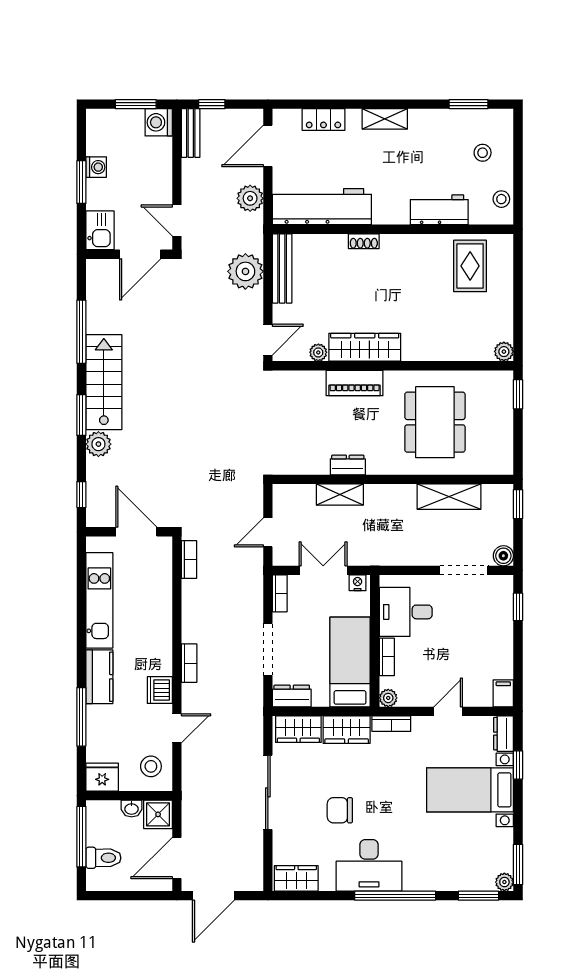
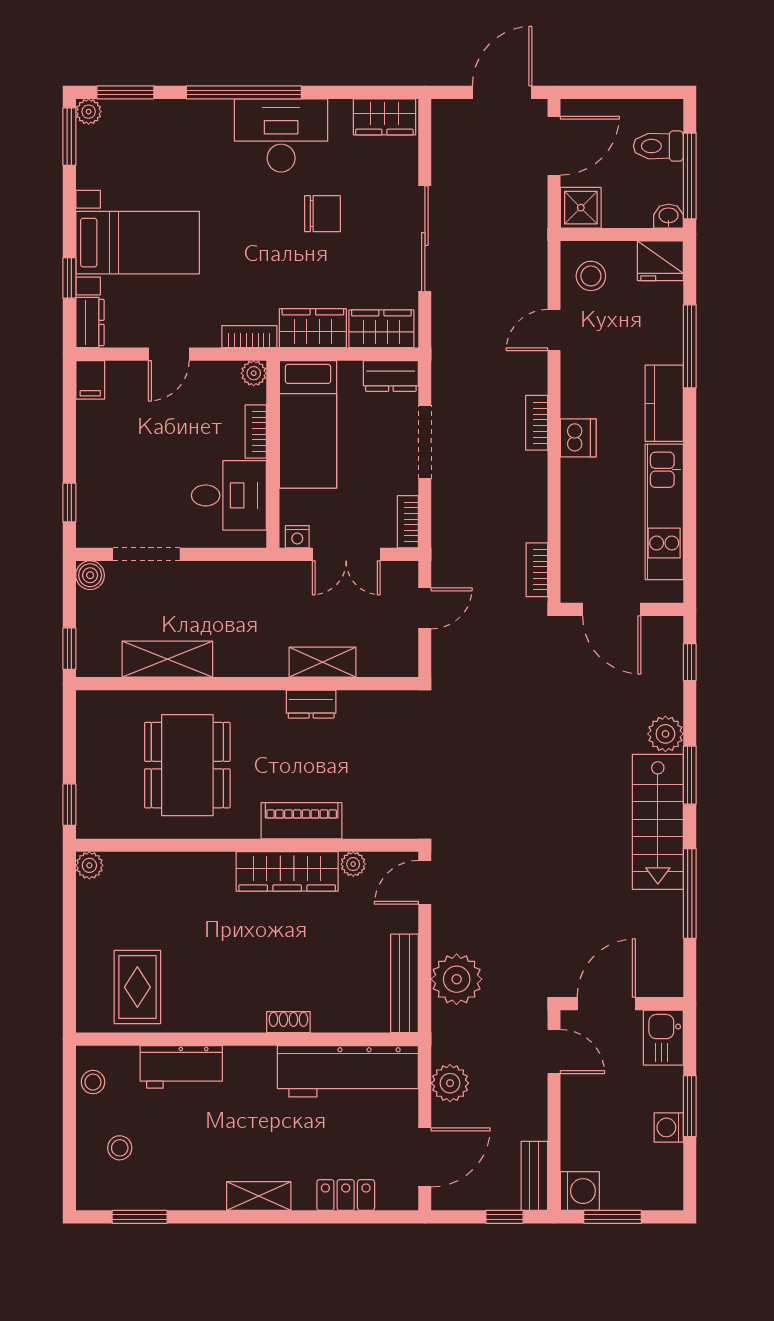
dishwasher: (160, 690) -> (578, 438), moved
washbasin: (132, 809) -> (669, 216), moved

